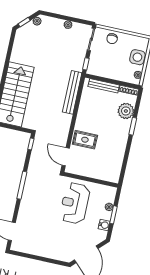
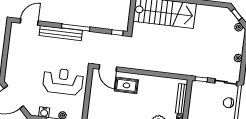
bench: (72, 92) -> (61, 33), moved
rug: (85, 140) -> (126, 85), turned 90
door: (66, 157) -> (108, 68), swing flipped

